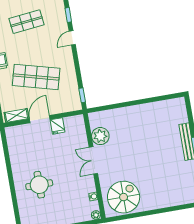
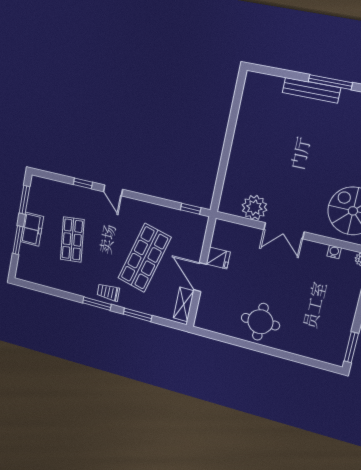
round table: (39, 185) -> (260, 322), moved

